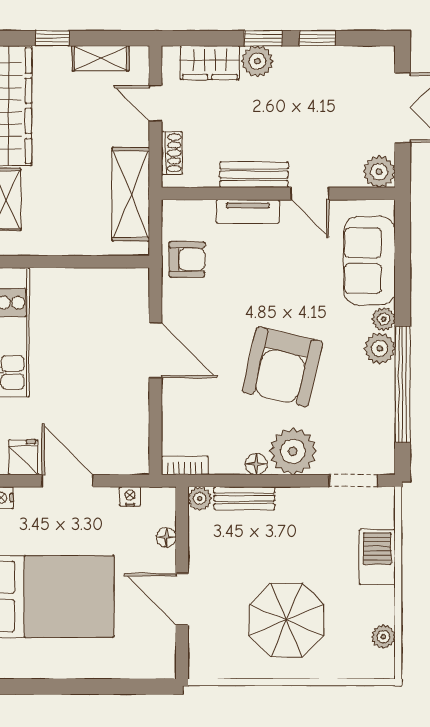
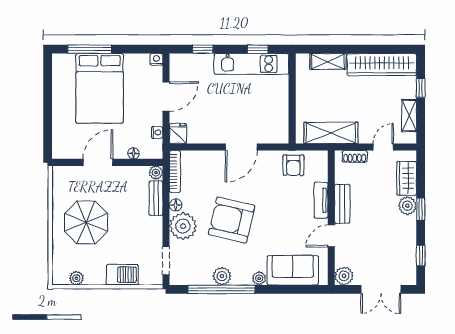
window: (317, 38) -> (421, 256), moved
plant: (380, 349) -> (222, 276), moved
fridge: (23, 457) -> (178, 134), moved, turned -90
bookcase: (185, 465) -> (175, 172), width x1.56

